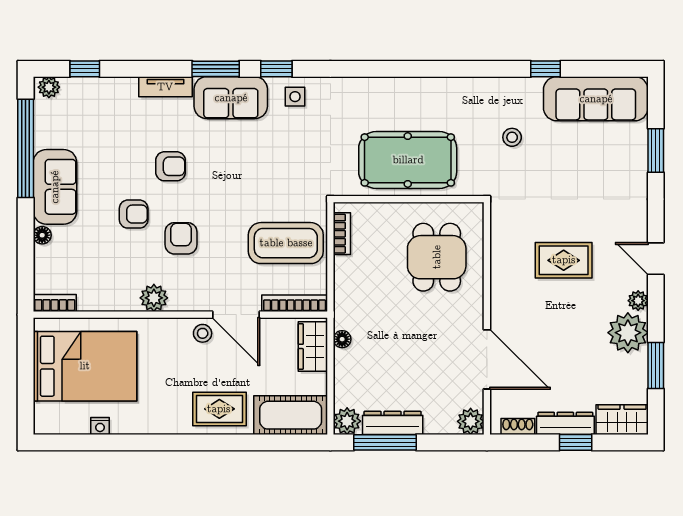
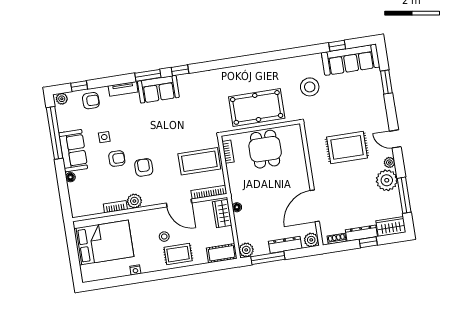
window: (545, 69) -> (337, 46), moved
side table: (295, 97) -> (104, 137), moved
stool: (512, 137) -> (310, 87), width x1.89, depth x1.89
armchair: (171, 166) -> (91, 101), moved
dining table: (437, 257) -> (265, 149), moved
rug: (564, 260) -> (347, 147), width x1.36, depth x1.43
bookcase: (55, 303) -> (115, 207), moved
stool: (203, 333) -> (164, 237), moved
door: (487, 359) -> (315, 206), swing flipped
window: (656, 366) -> (404, 195), width x1.44
cot: (291, 415) -> (222, 253), width x0.73, depth x0.75
dresser: (393, 423) -> (285, 245), moved
nightstand: (100, 426) -> (135, 270), moved

